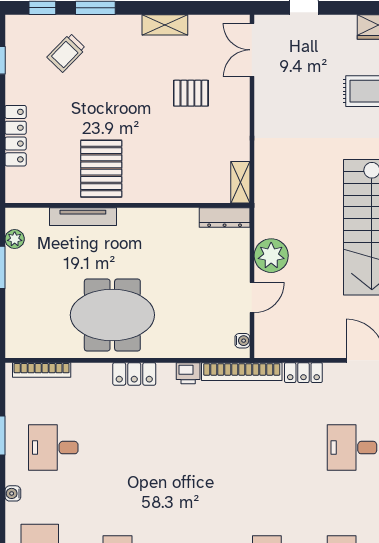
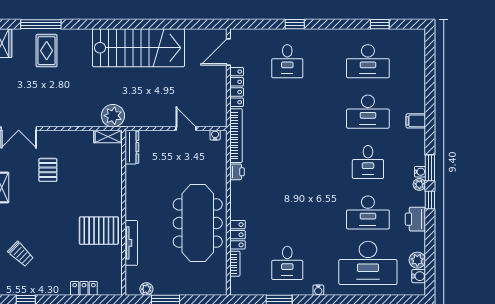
locker: (16, 136) -> (84, 288), width x0.66
plant: (271, 256) -> (113, 116), moved
meeting table: (112, 315) -> (198, 223), width x1.36
bookcase: (42, 370) -> (235, 264), width x0.64
locker: (303, 373) -> (237, 87), width x1.53
locker: (134, 374) -> (238, 235), moved

